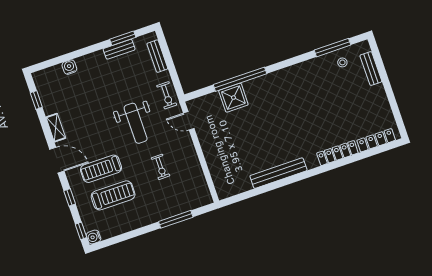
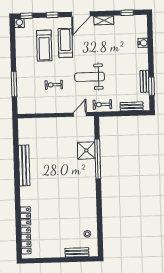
window: (333, 48) -> (100, 230), removed
locker: (337, 153) -> (25, 216), width x0.66

